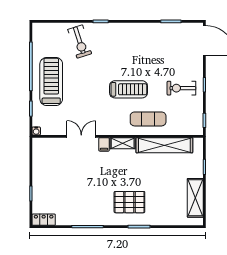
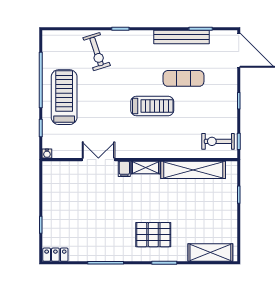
bench: (154, 29) -> (182, 37), added
exercise bike: (181, 88) -> (218, 141), moved
exercise mat: (148, 119) -> (184, 78), moved
shelving: (195, 198) -> (210, 252), moved, turned 90

